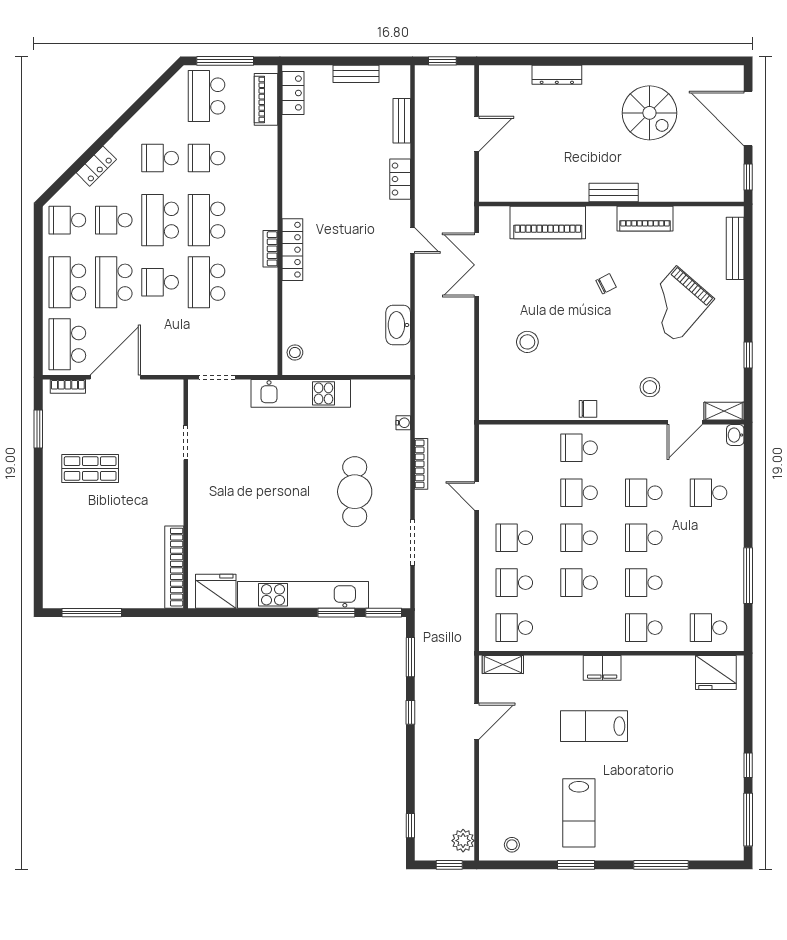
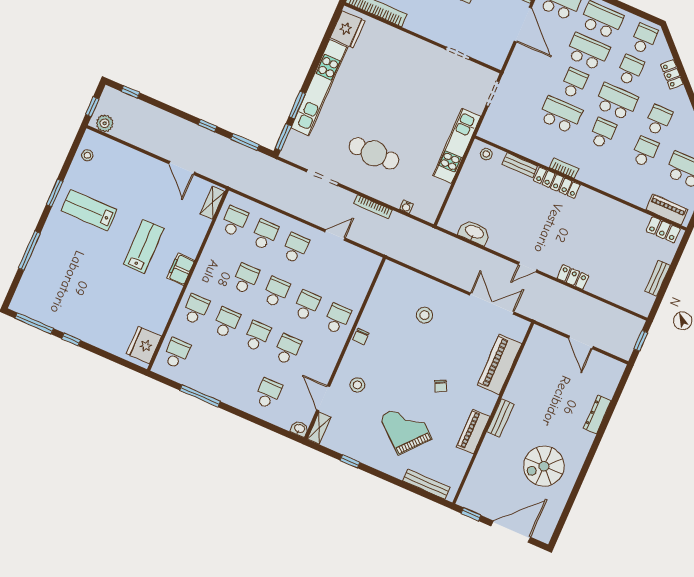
bench: (402, 121) -> (520, 165), moved
school desk: (207, 220) -> (602, 133), width x0.54

